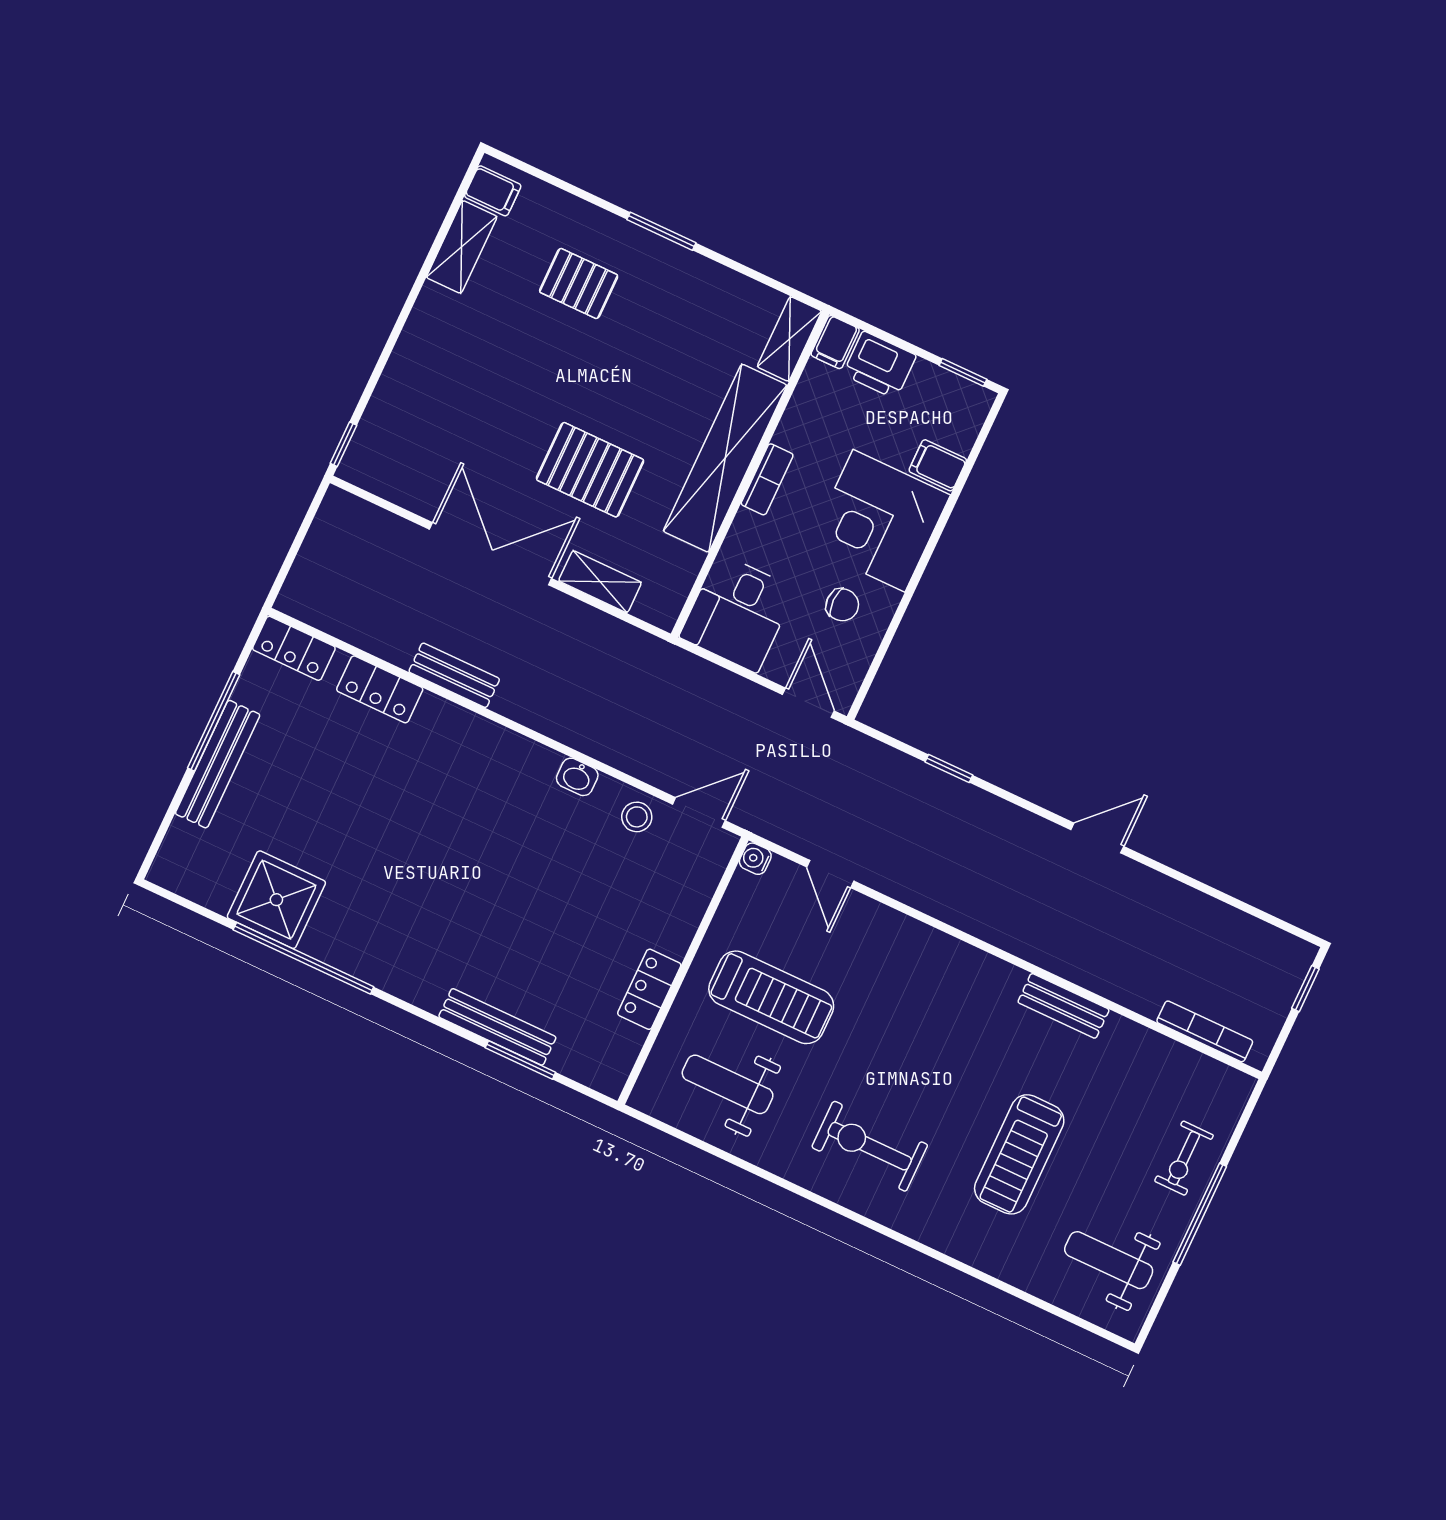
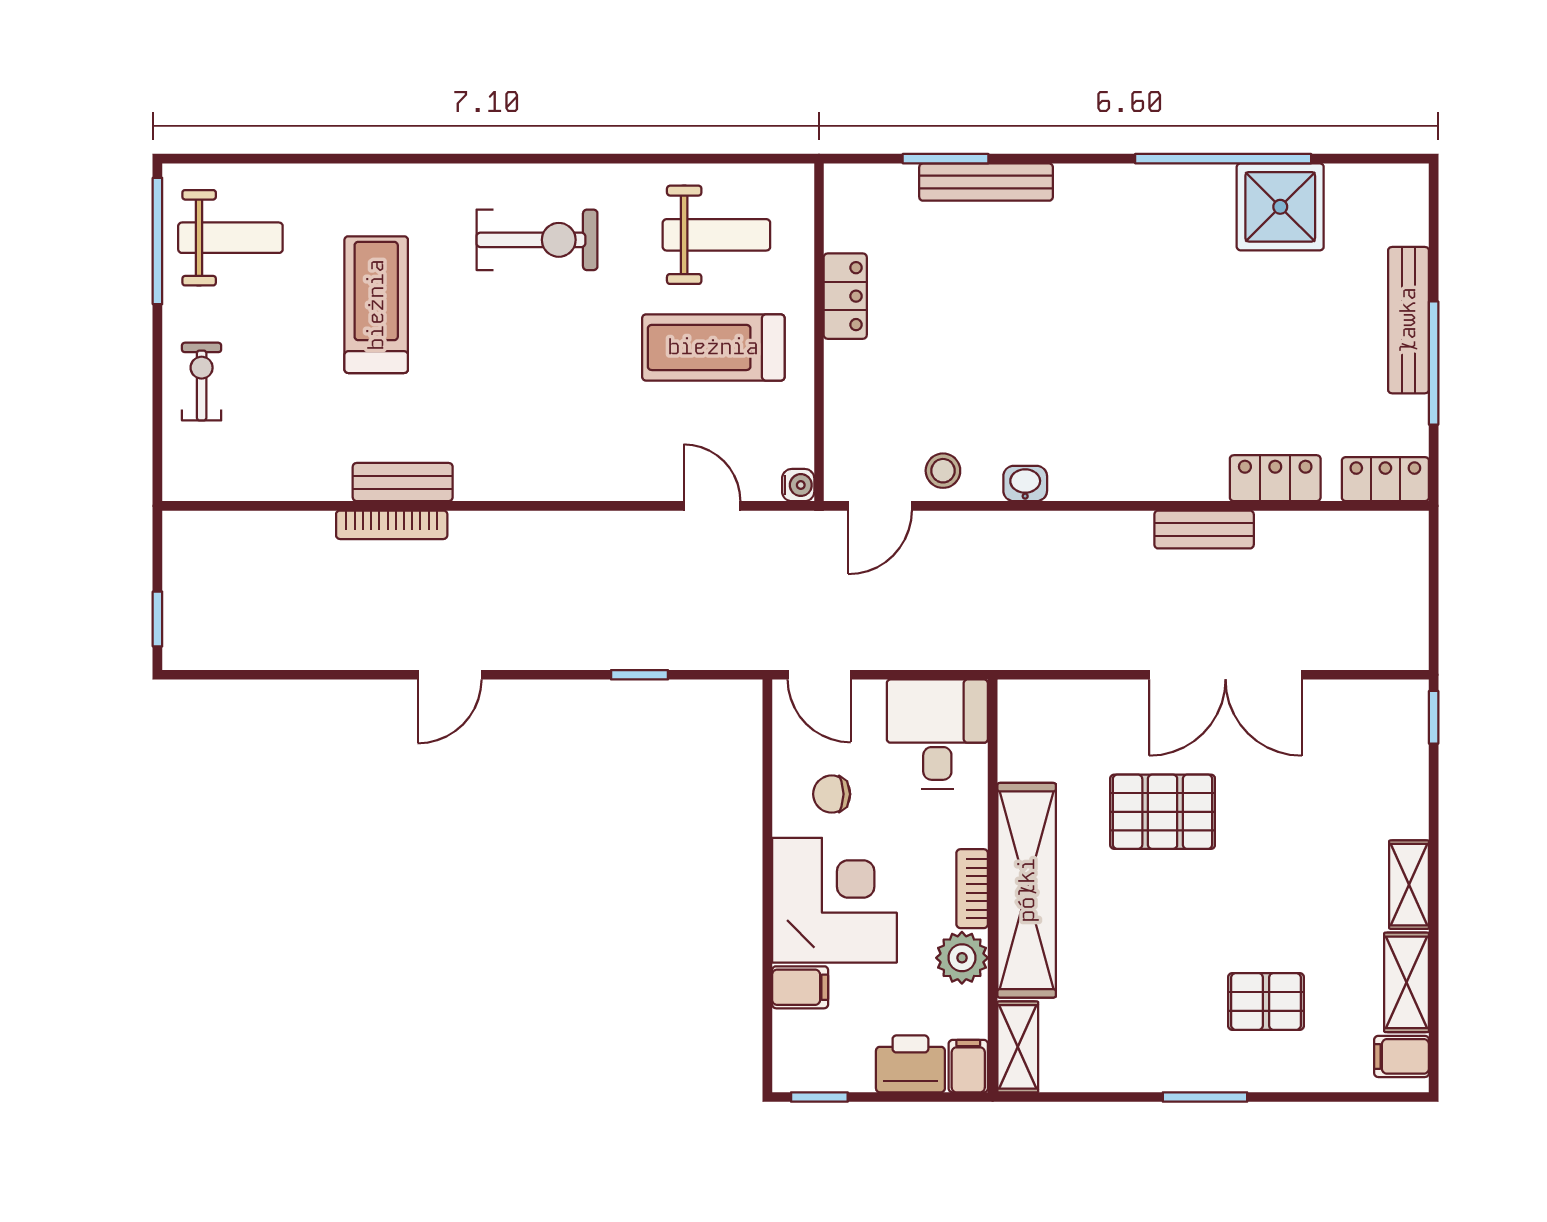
plant: (800, 429) -> (962, 958), added
shelving: (600, 582) -> (1409, 885), moved, turned 90
bookcase: (1205, 1031) -> (392, 525), moved
window: (1200, 1214) -> (157, 241), moved

